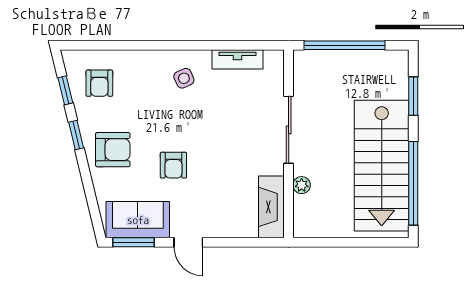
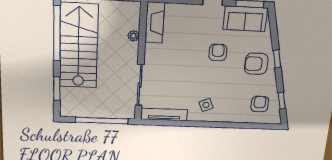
tv unit: (237, 59) -> (164, 114), width x1.41
sliding door: (289, 130) -> (140, 85), moved
window: (76, 135) -> (277, 59), moved

